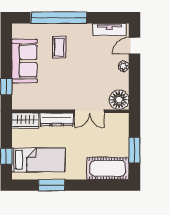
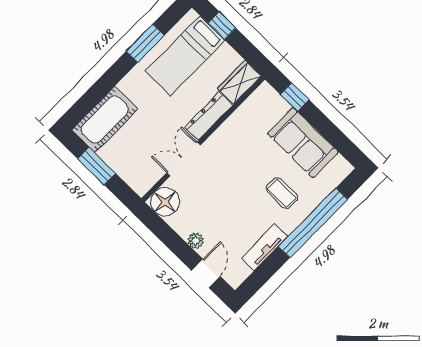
tv unit: (109, 30) -> (264, 247), moved

